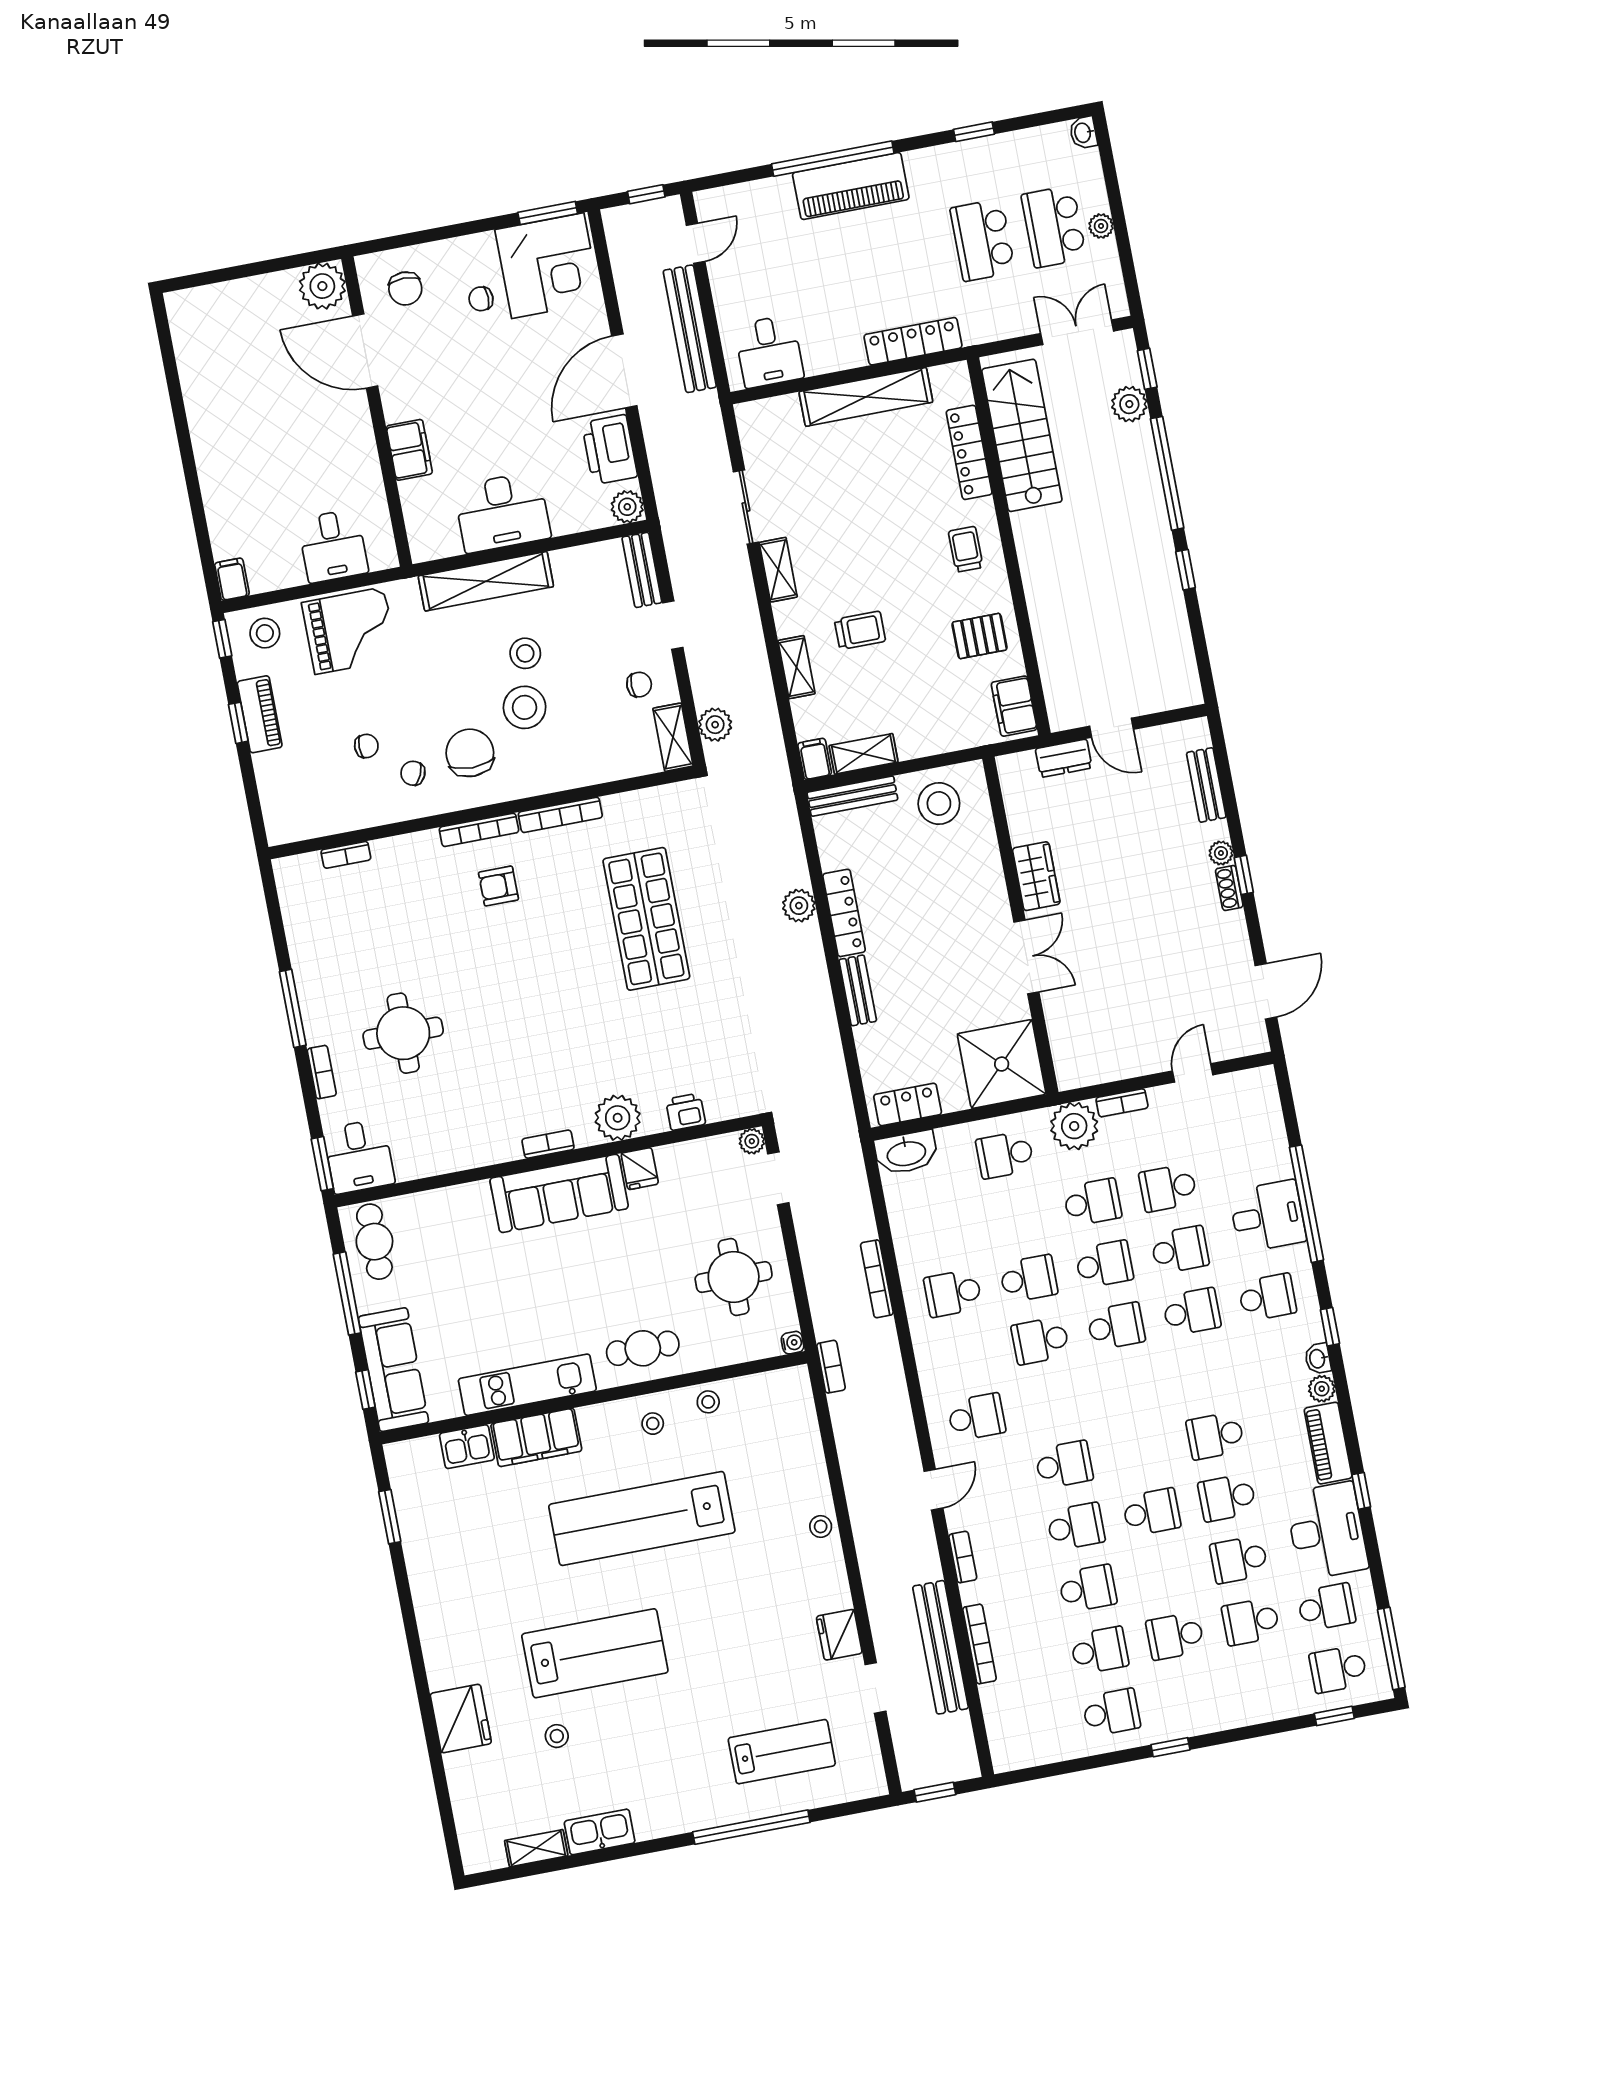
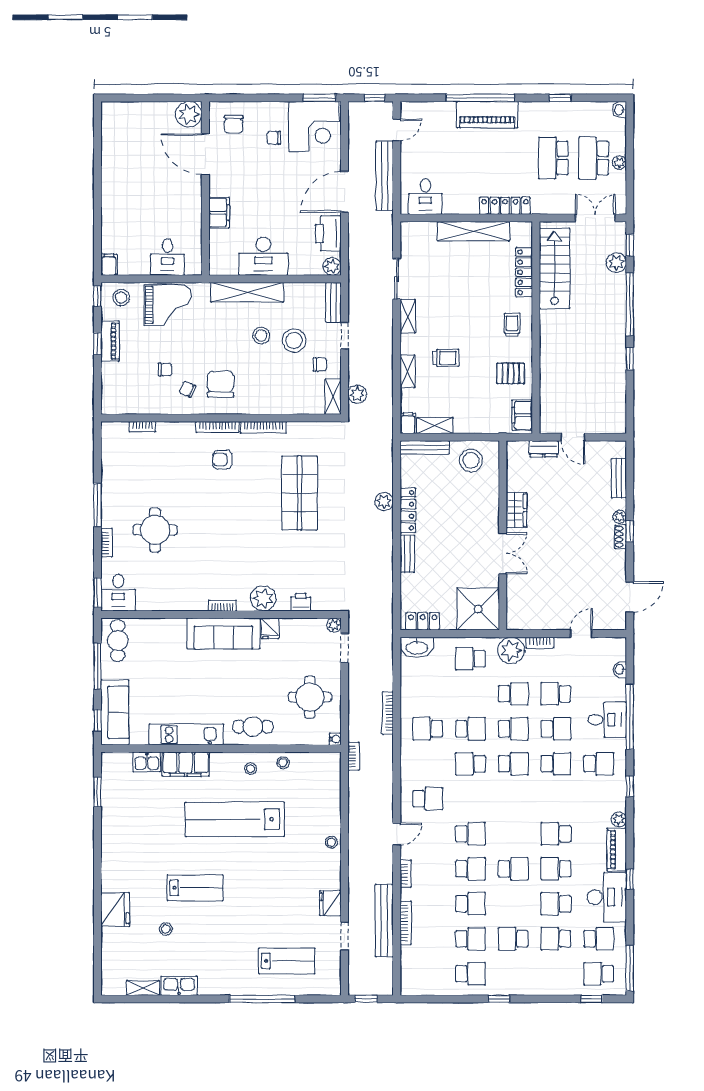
stool: (525, 707) -> (294, 341), moved
washbasin: (1318, 1359) -> (620, 670), moved
lab bench: (595, 1653) -> (195, 888), width x0.73, depth x0.72

